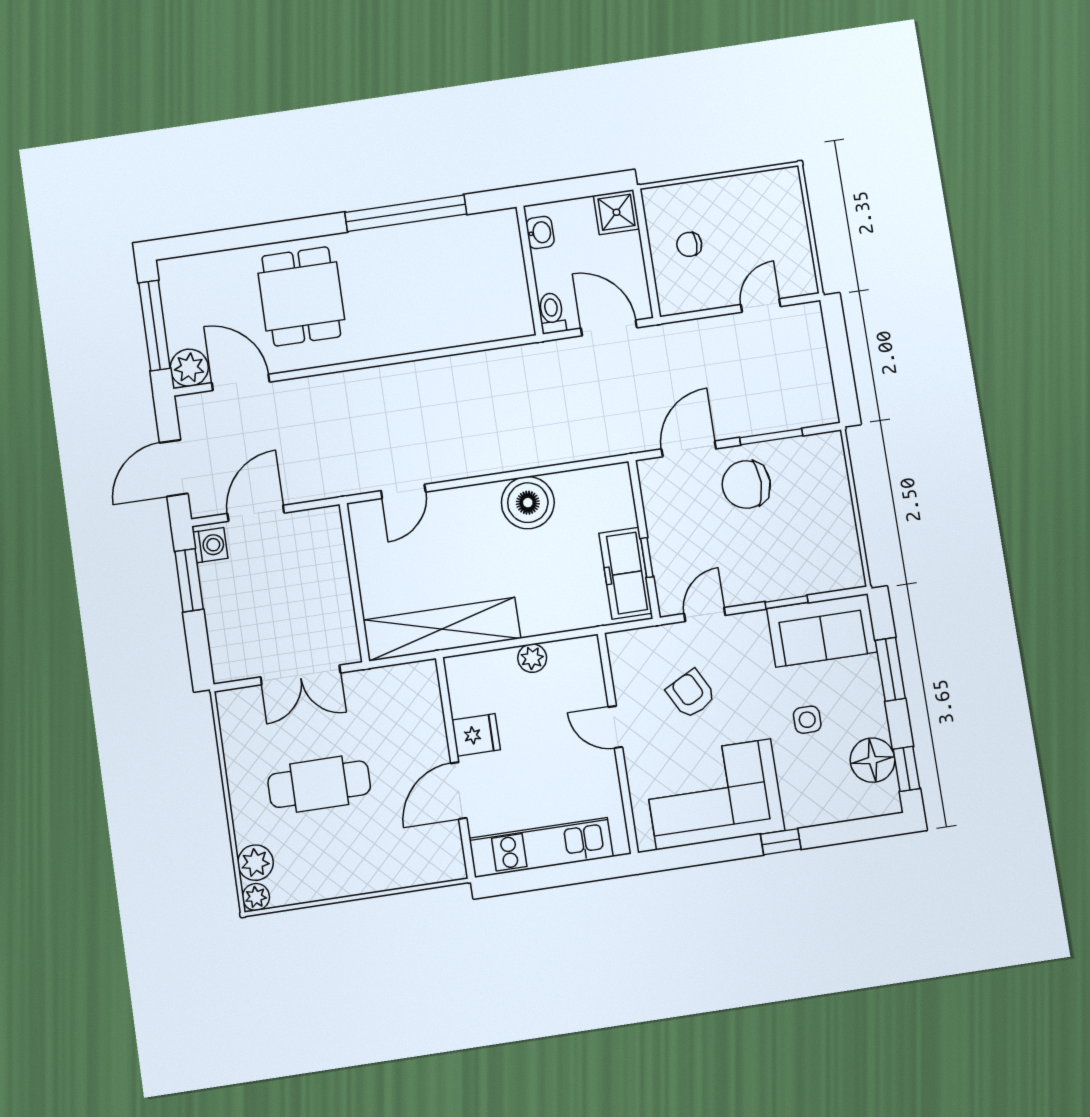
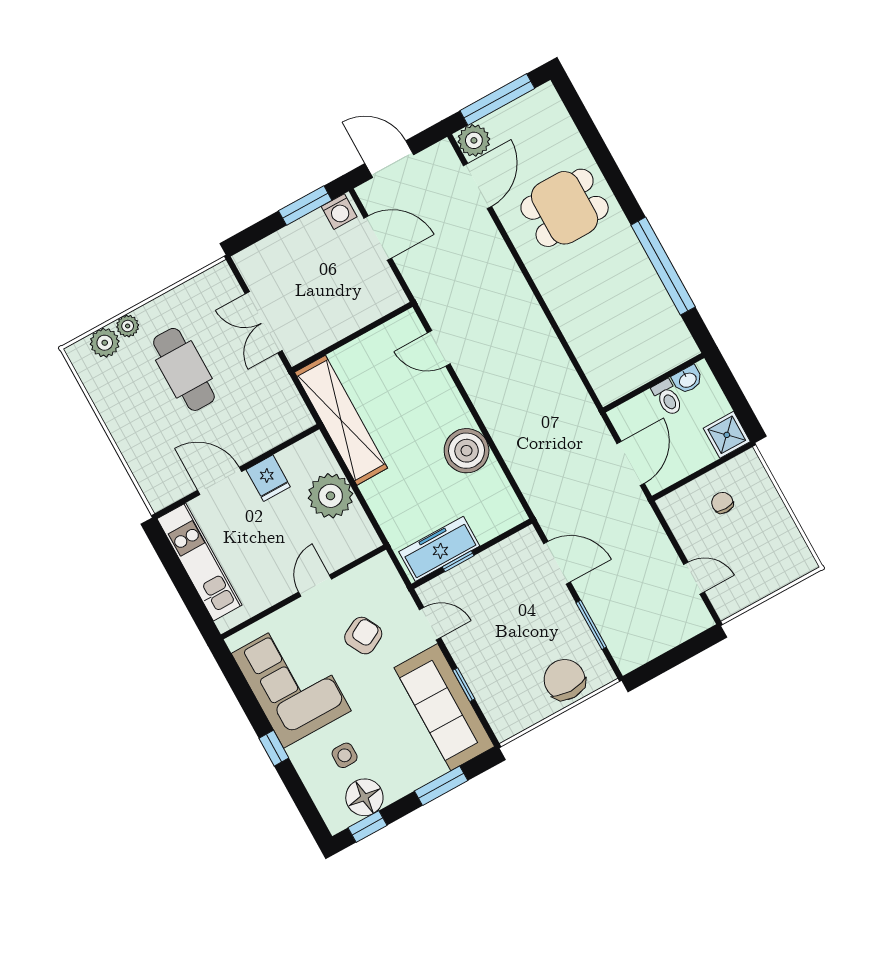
toilet: (552, 313) -> (667, 398), moved, turned 90
chair: (746, 484) -> (565, 680), moved
sofa: (822, 630) -> (444, 707), width x1.36
plant: (532, 658) -> (330, 496), width x1.88, depth x1.88
side table: (807, 720) -> (345, 755), moved
plant: (256, 897) -> (128, 326), moved

